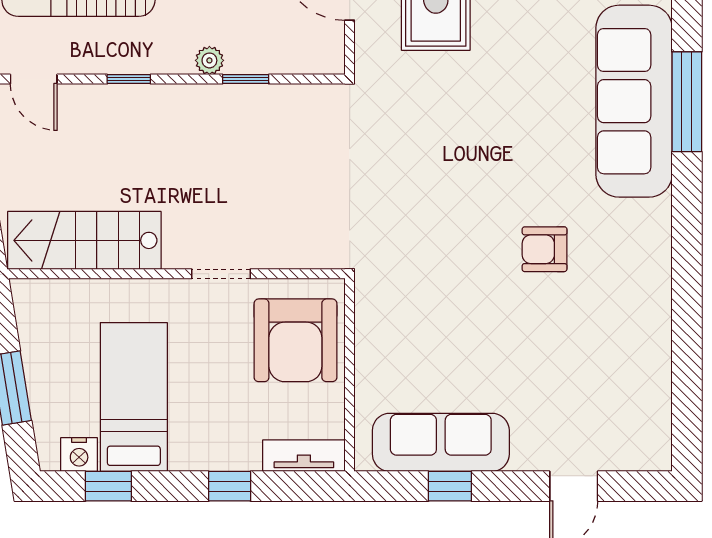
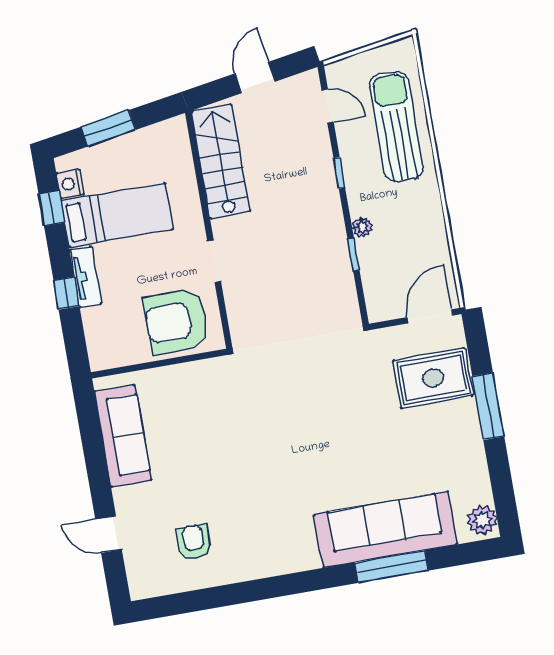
door: (34, 79) -> (328, 106), swing flipped
armchair: (545, 249) -> (194, 542), moved
tv unit: (304, 456) -> (86, 277), moved
window: (450, 486) -> (93, 447), removed

